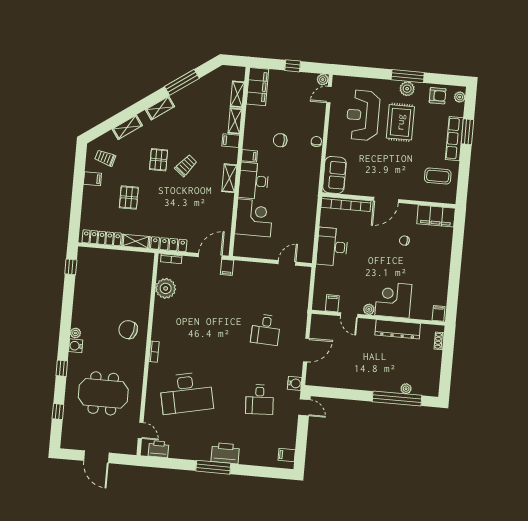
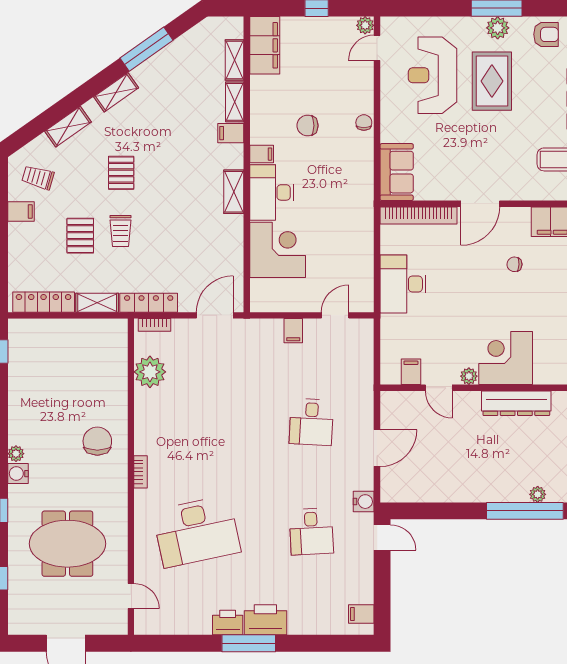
trolley: (186, 165) -> (121, 231), moved, turned 141
filing cabinet: (227, 267) -> (293, 331), moved
chair: (128, 330) -> (97, 441), turned 76
printer: (159, 449) -> (228, 623), moved

